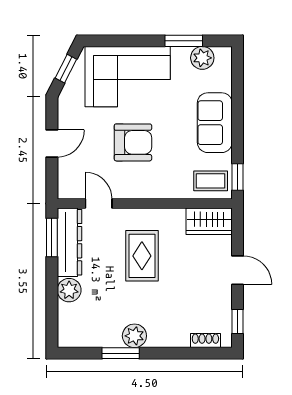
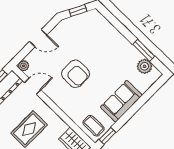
corner sofa: (128, 77) -> (102, 42), removed
plant: (66, 191) -> (23, 66), added
door: (99, 204) -> (33, 86), hinge flipped

